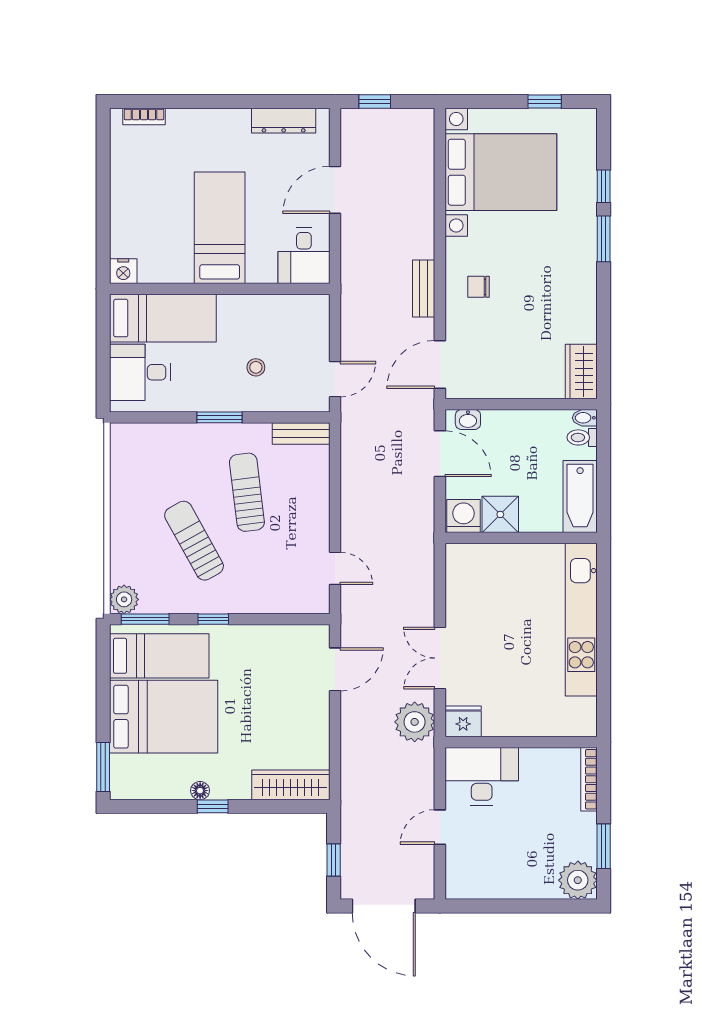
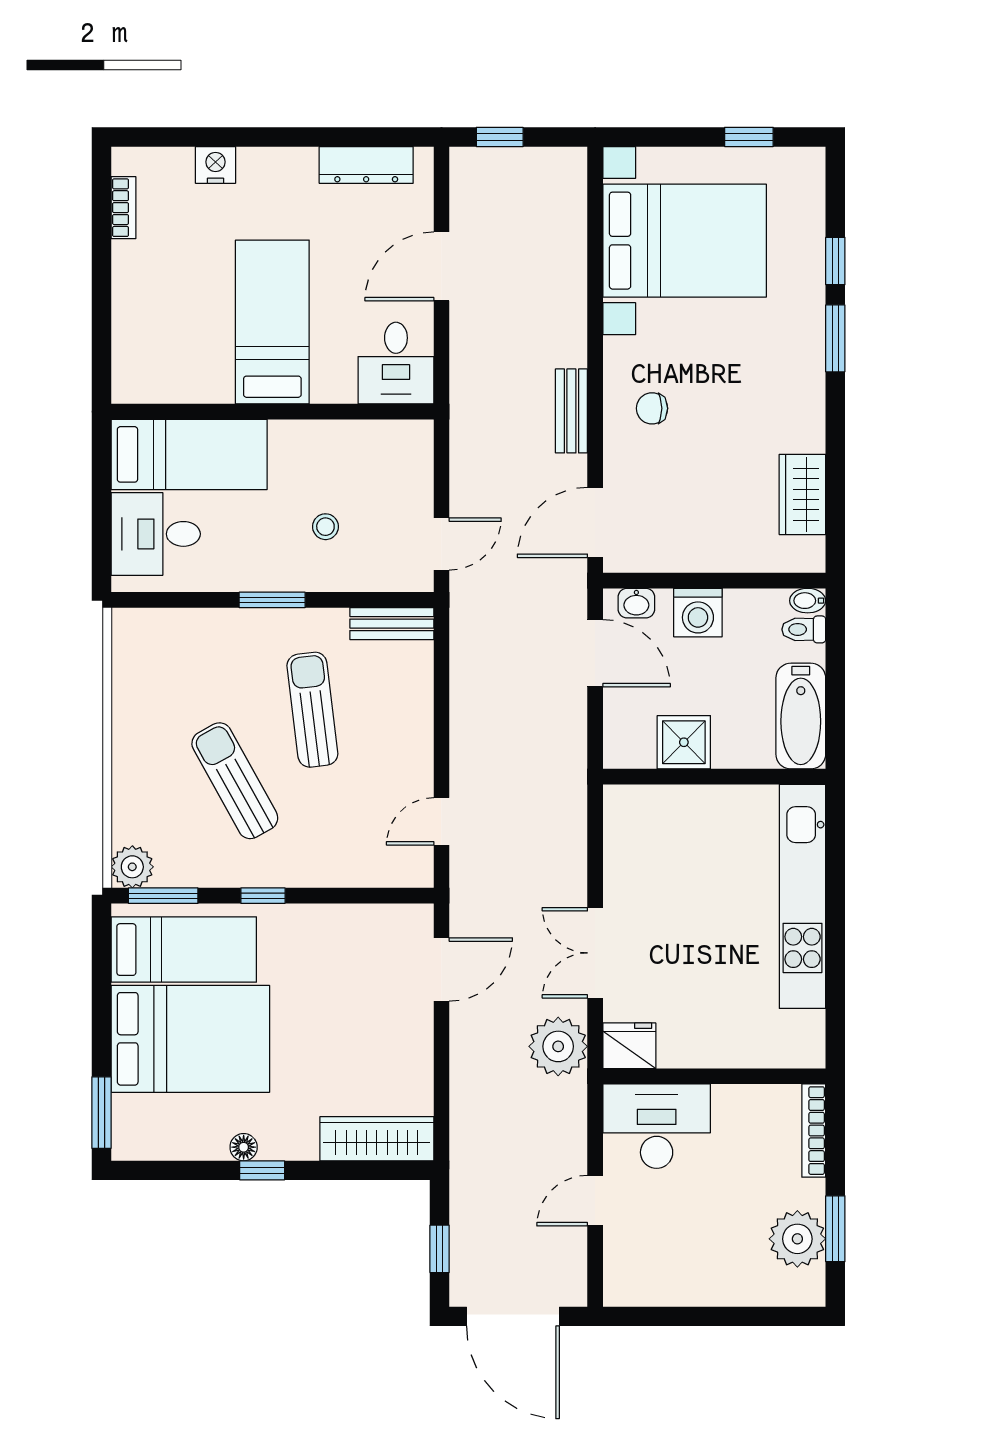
bookcase: (144, 116) -> (123, 208), moved, turned -90
nightstand: (123, 271) -> (215, 165), moved, turned 180
wardrobe: (581, 372) -> (802, 494), moved
washing machine: (463, 516) -> (698, 613), moved, turned 180
door: (335, 568) -> (441, 821), swing flipped
plant: (578, 880) -> (797, 1239), moved

